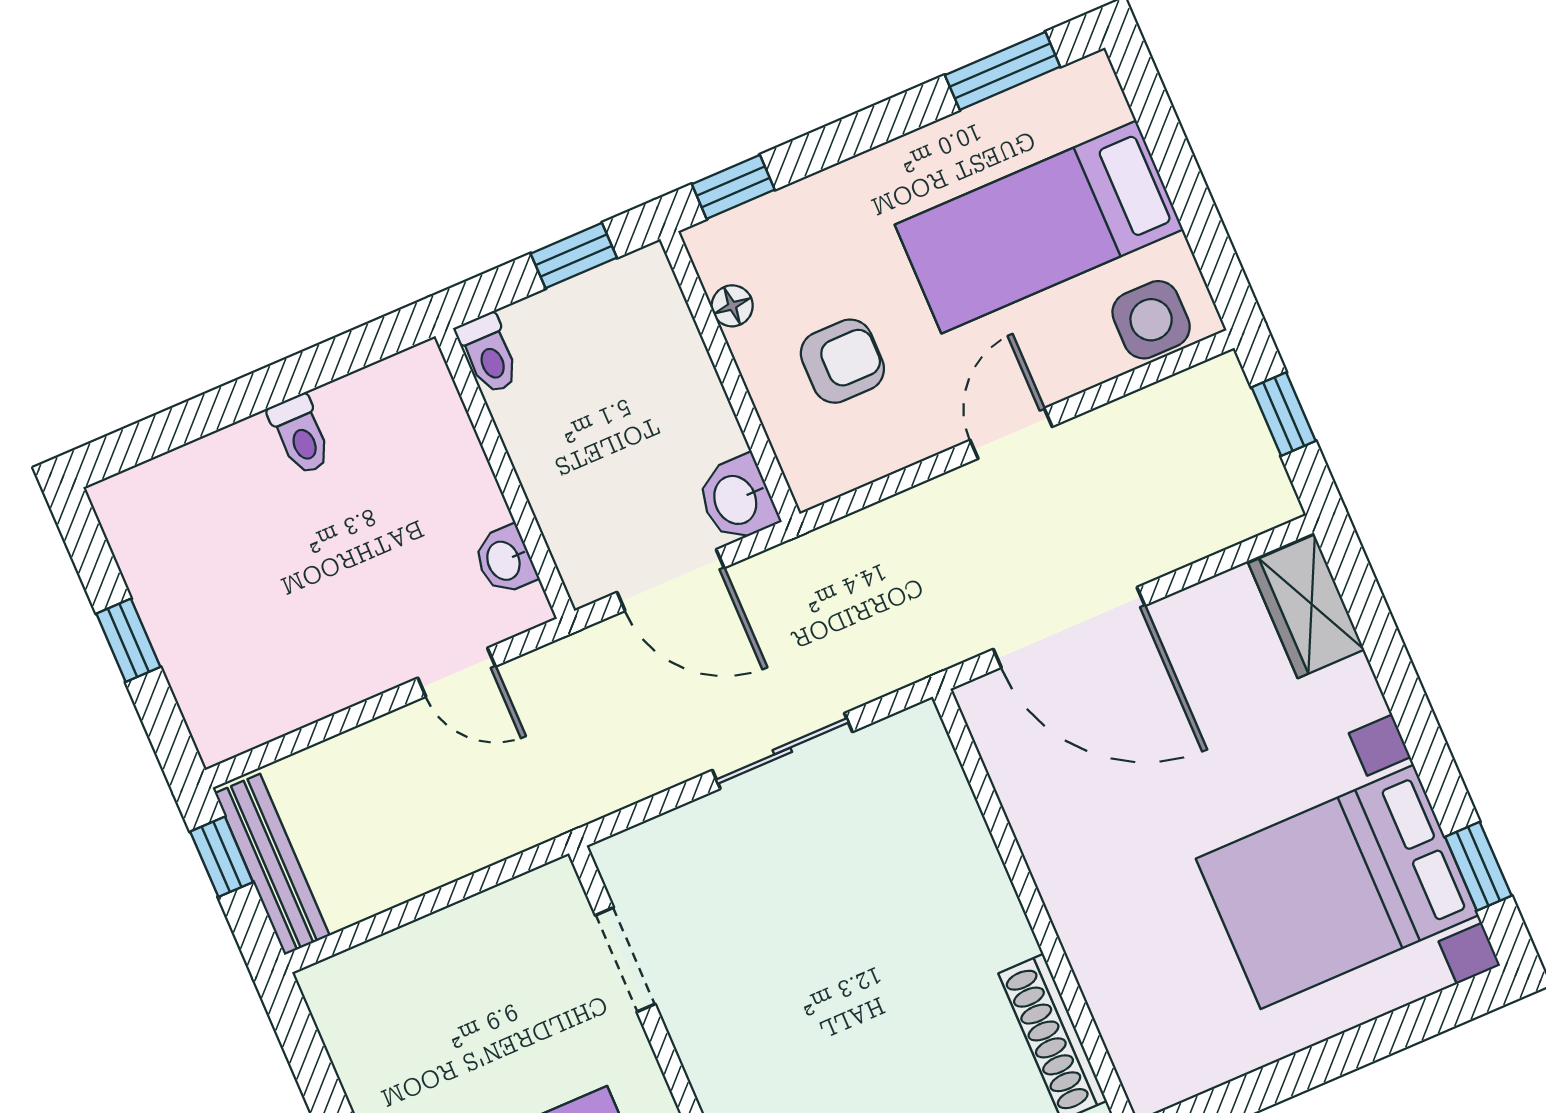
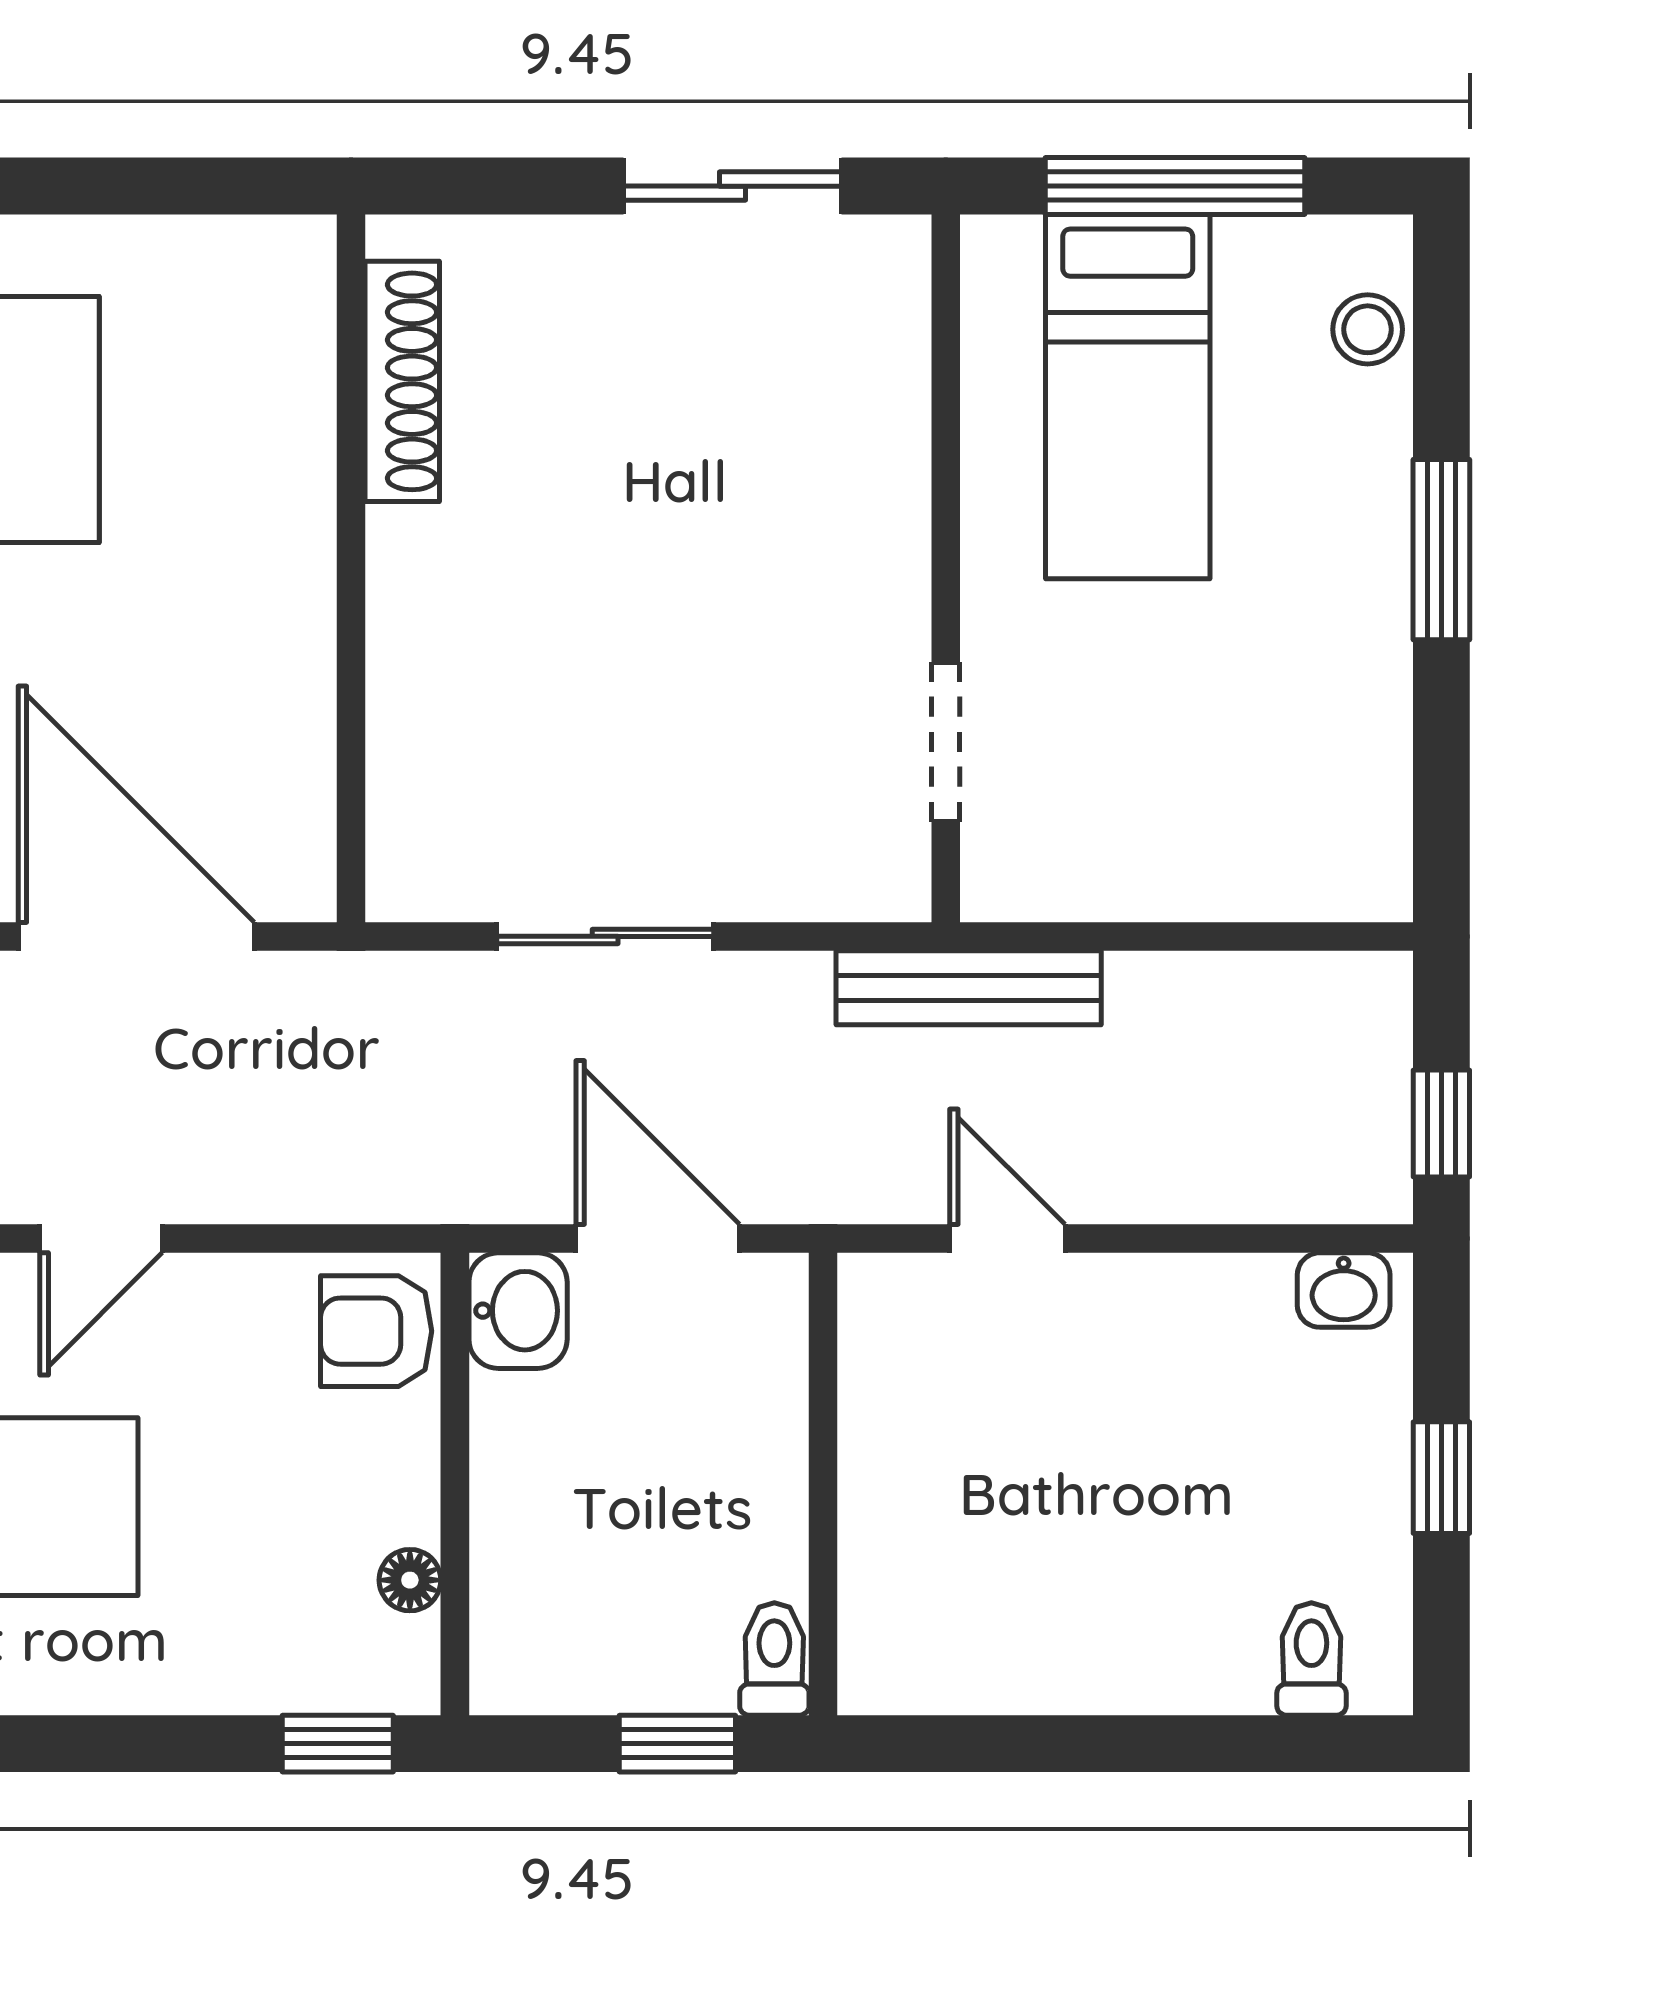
window: (574, 256) -> (677, 1744), moved
armchair: (842, 361) -> (376, 1331), moved
toilet: (300, 435) -> (1311, 1659), moved
washbasin: (505, 560) -> (1344, 1290), moved, turned 90
bench: (272, 864) -> (969, 988), moved, turned 90

